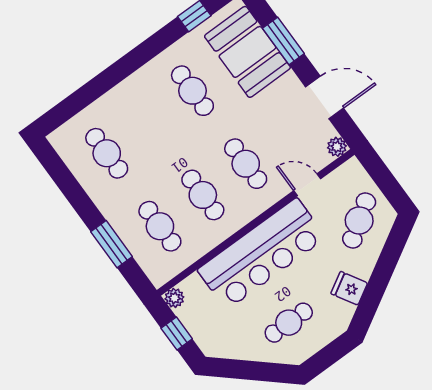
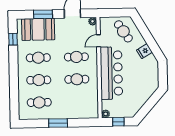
cafe table: (160, 226) -> (39, 80), moved
window: (112, 244) -> (58, 123), moved
cafe table: (289, 323) -> (142, 80), removed

